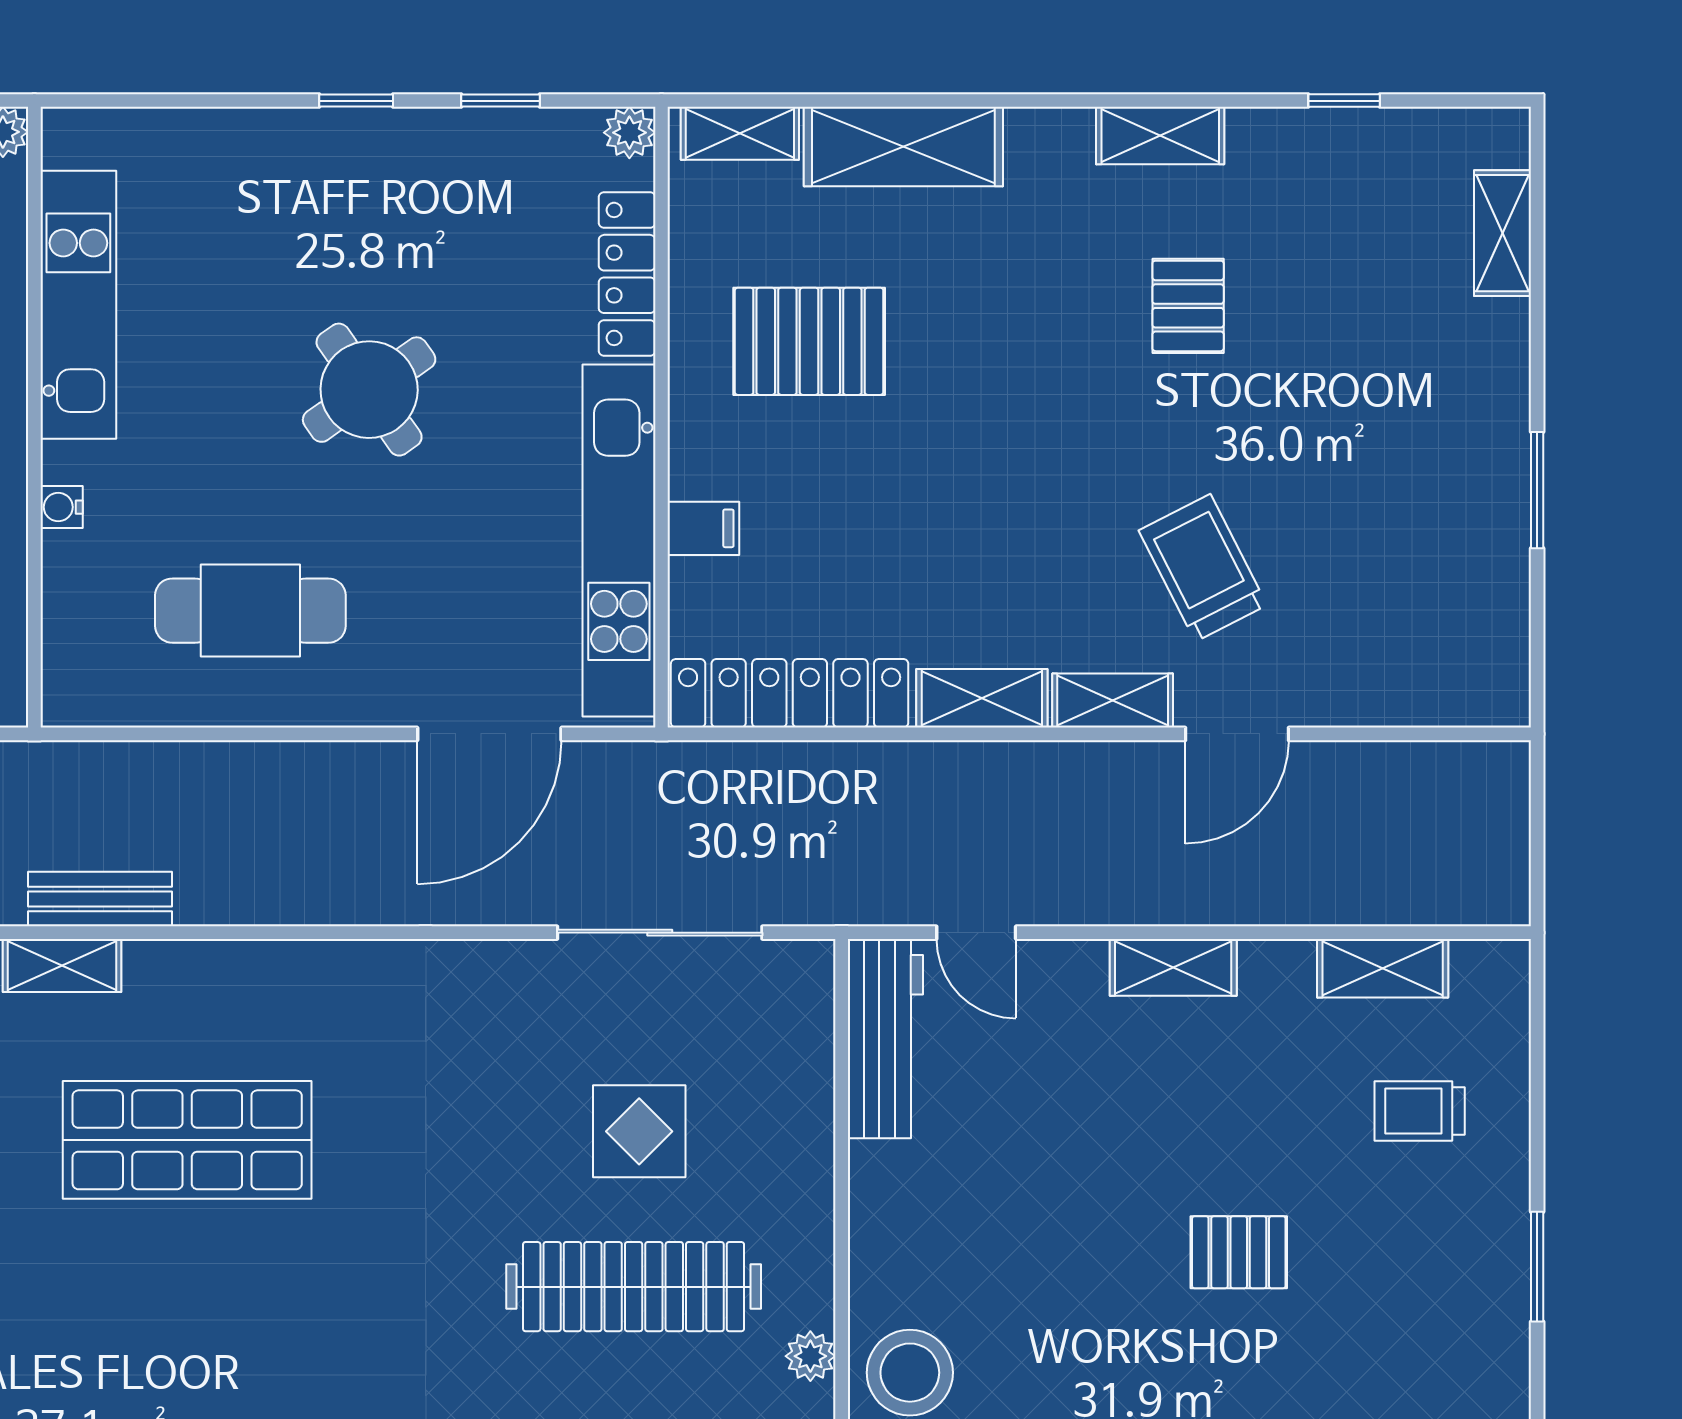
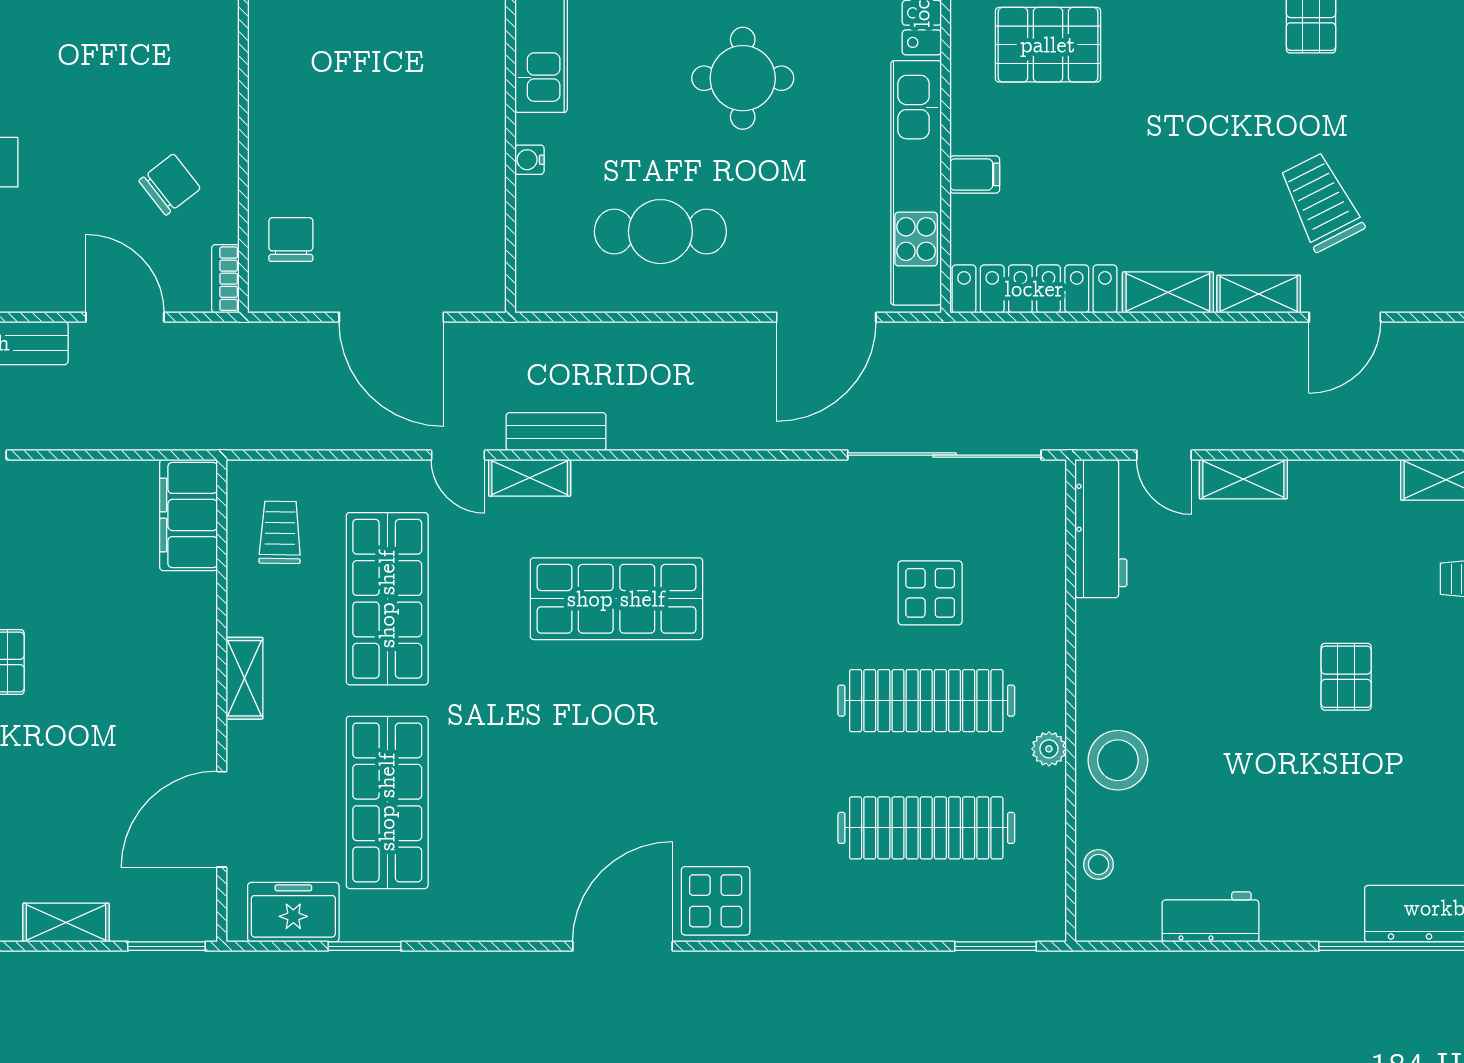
round table: (369, 390) -> (743, 78), turned 35
sliding door: (660, 933) -> (944, 455), width x1.36
shelving: (1173, 967) -> (1243, 479), moved
pallet: (1239, 1252) -> (1346, 677), turned 90

